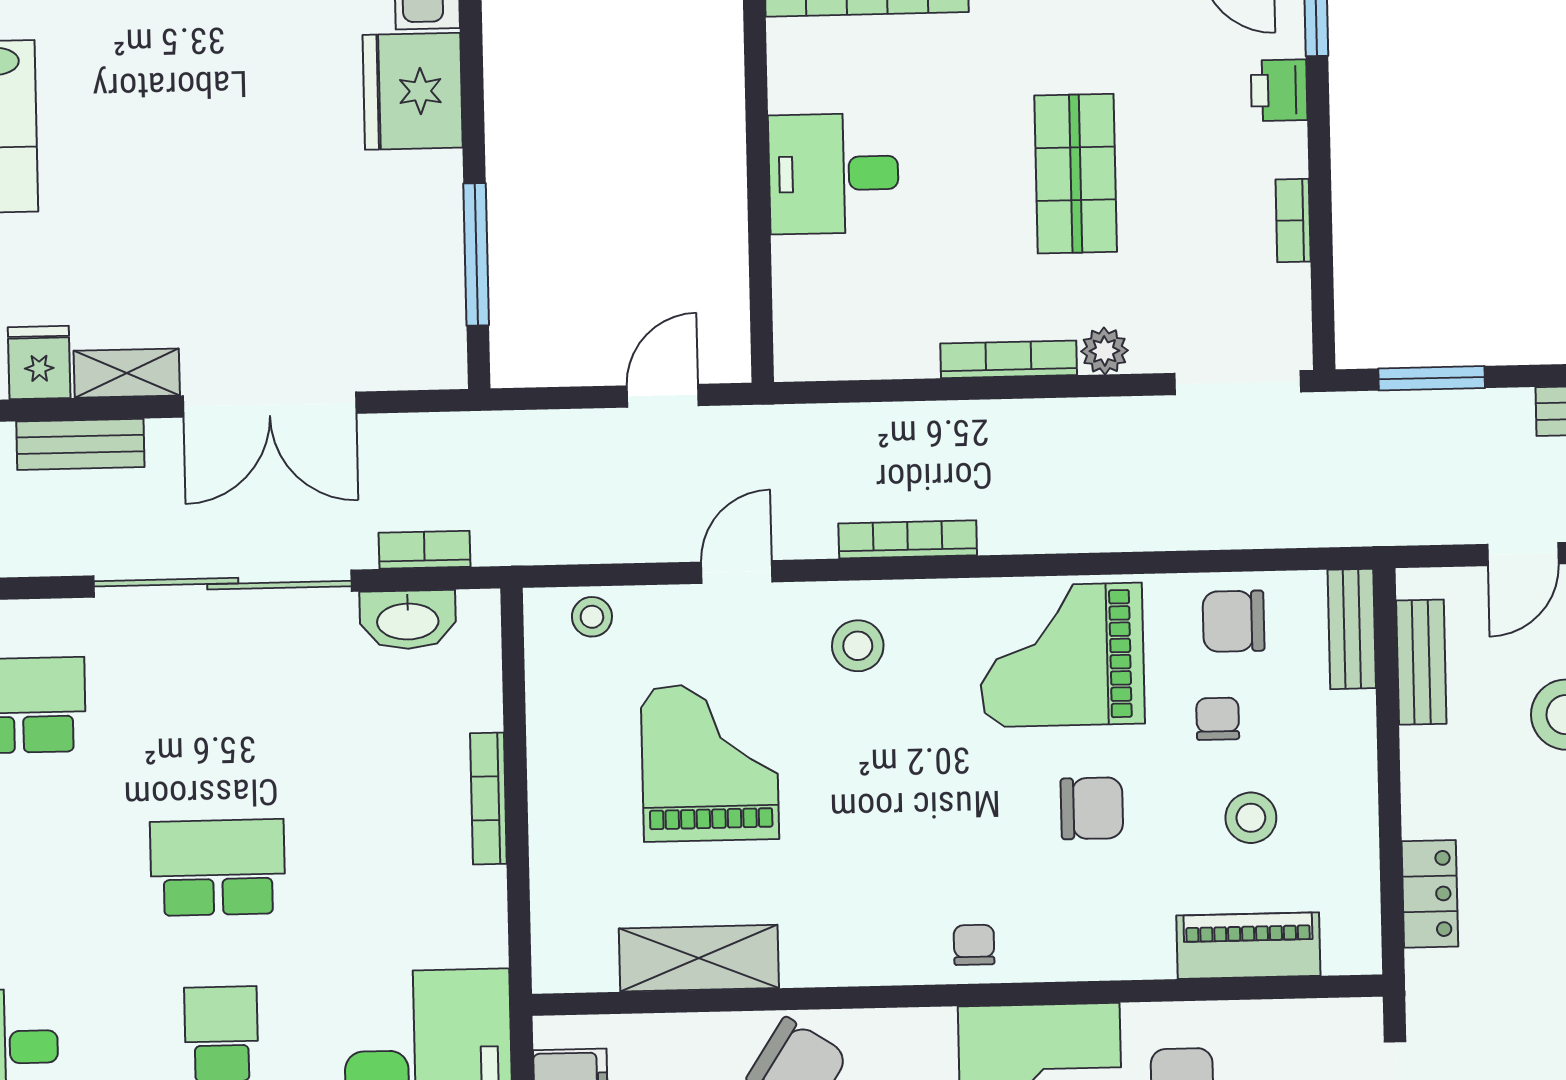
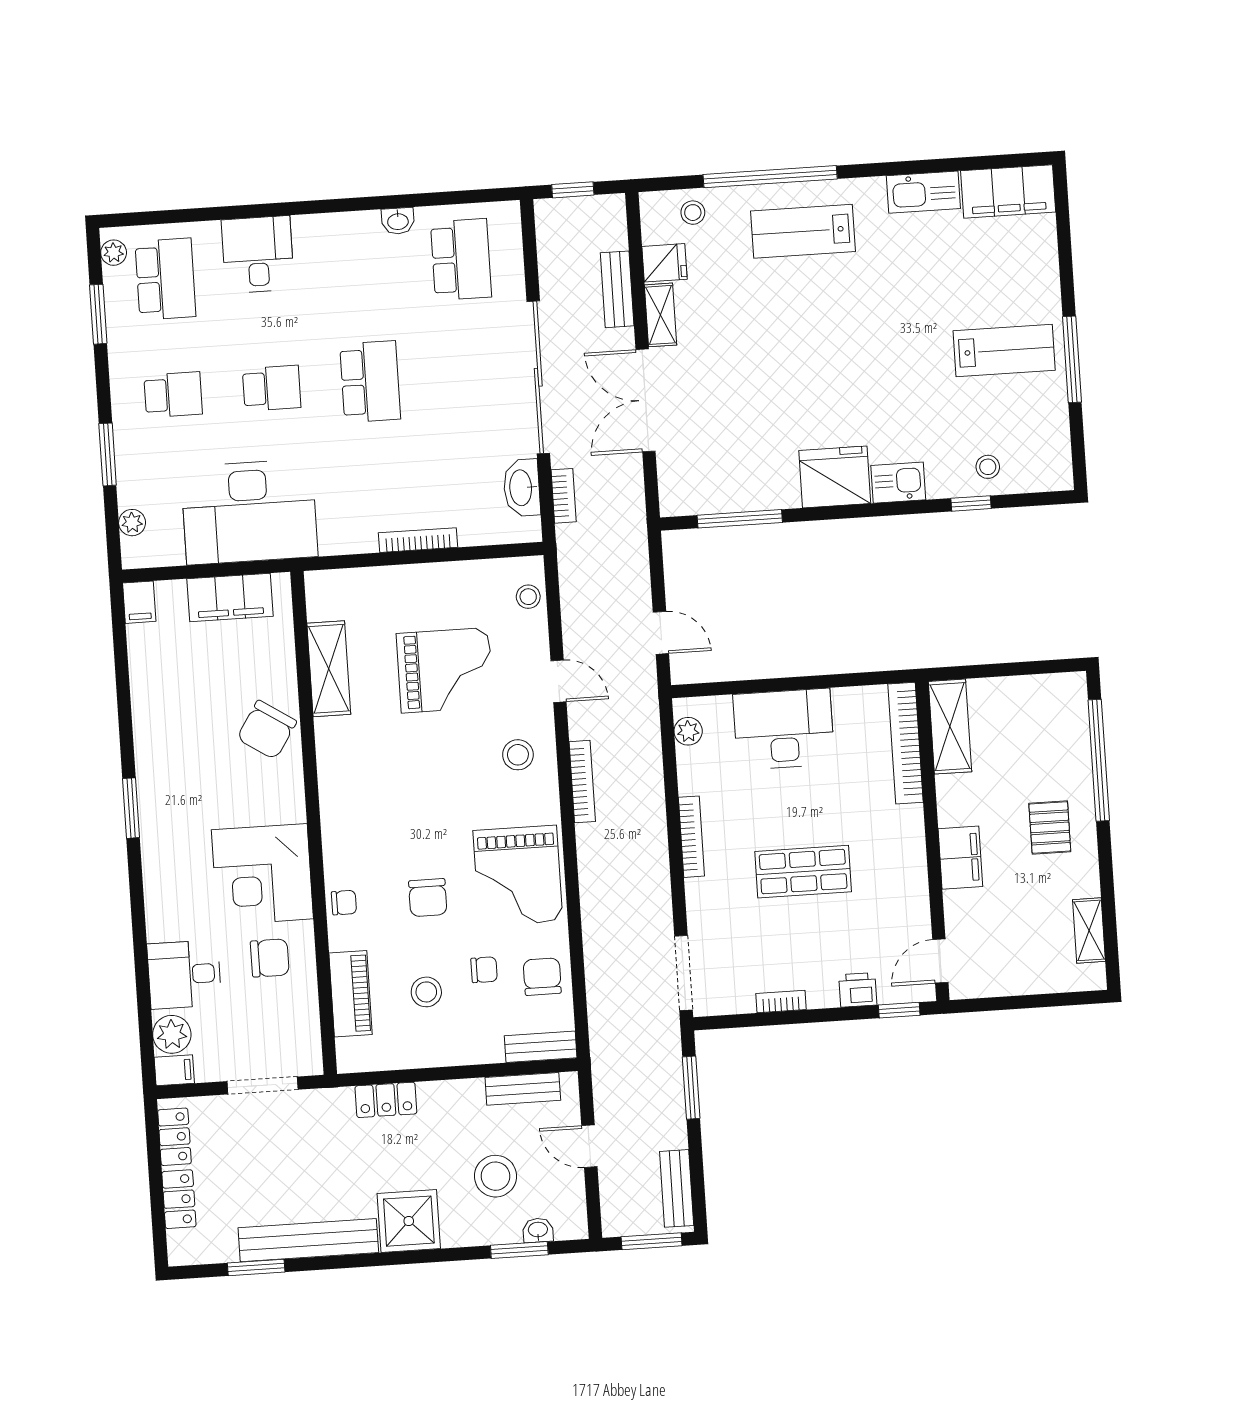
desk: (834, 174) -> (784, 729), width x1.37
plant: (1104, 351) -> (688, 731), moved
grand piano: (1062, 655) -> (518, 876), turned 180
chair: (974, 945) -> (344, 903), moved

